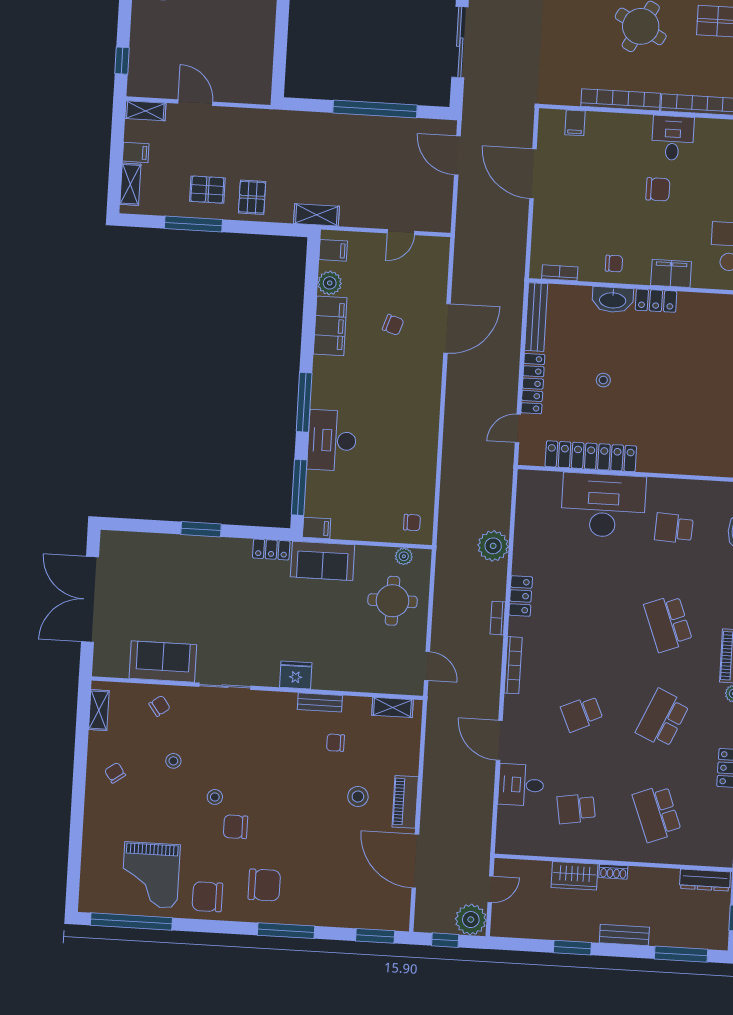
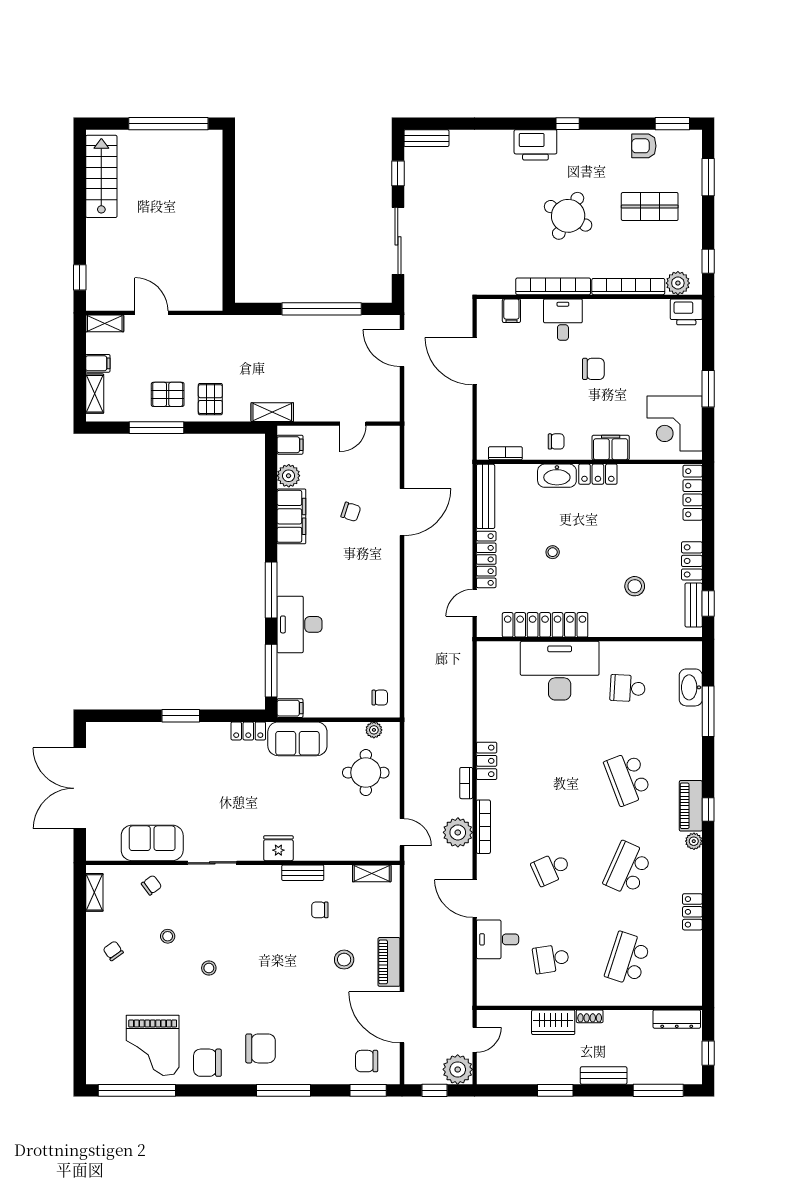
desk: (673, 138) -> (563, 320), moved
stool: (688, 421) -> (635, 586), added
plant: (493, 546) -> (458, 832), moved
school desk: (657, 813) -> (628, 959), turned 39
chair: (235, 827) -> (367, 1061), moved

